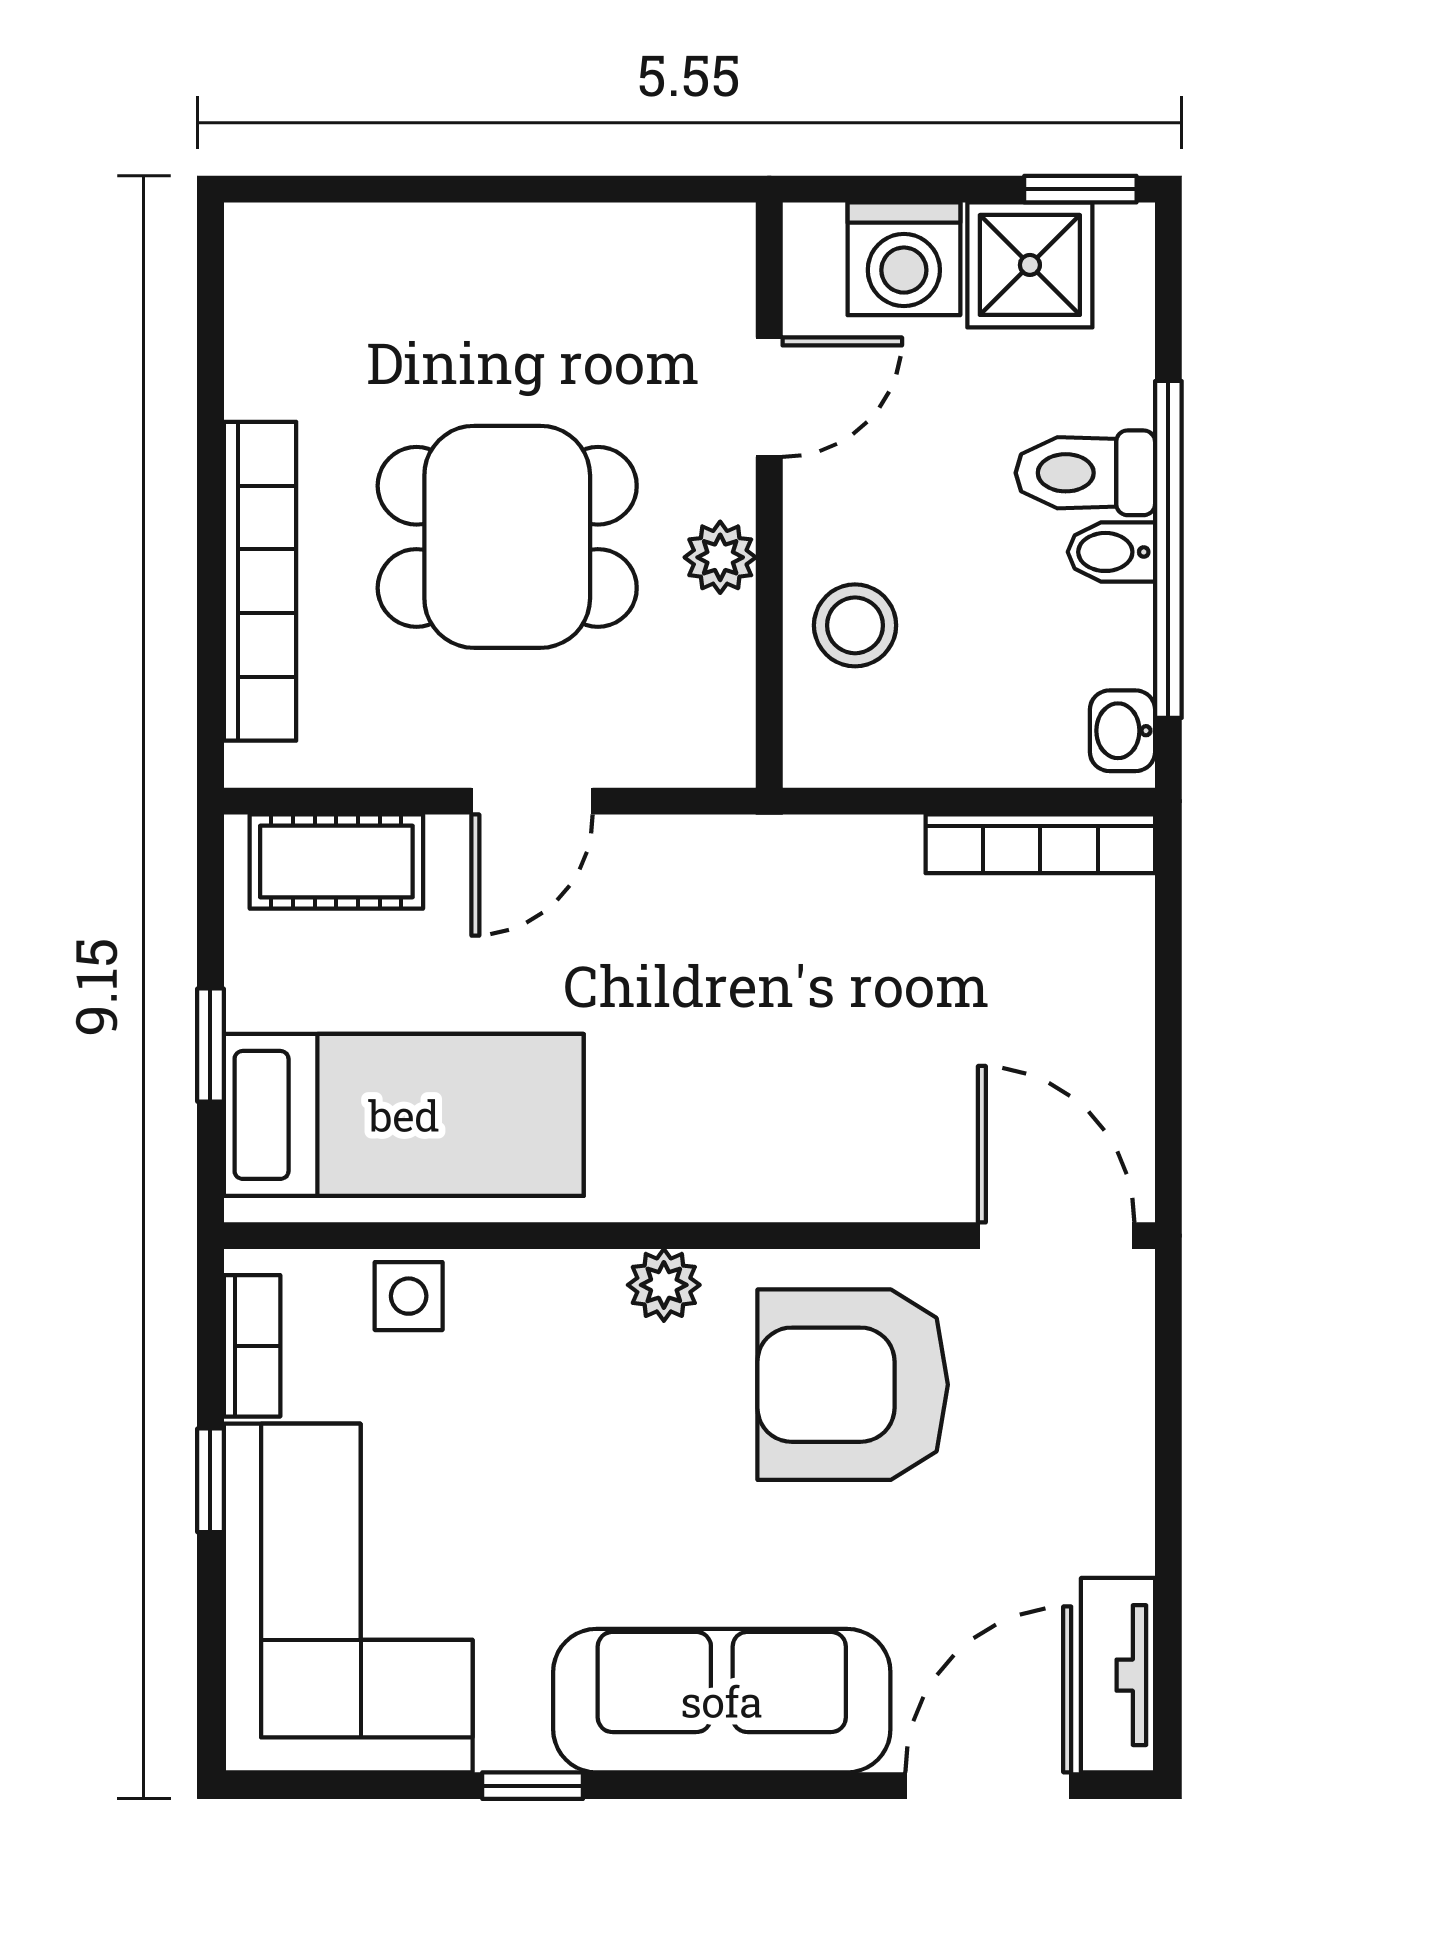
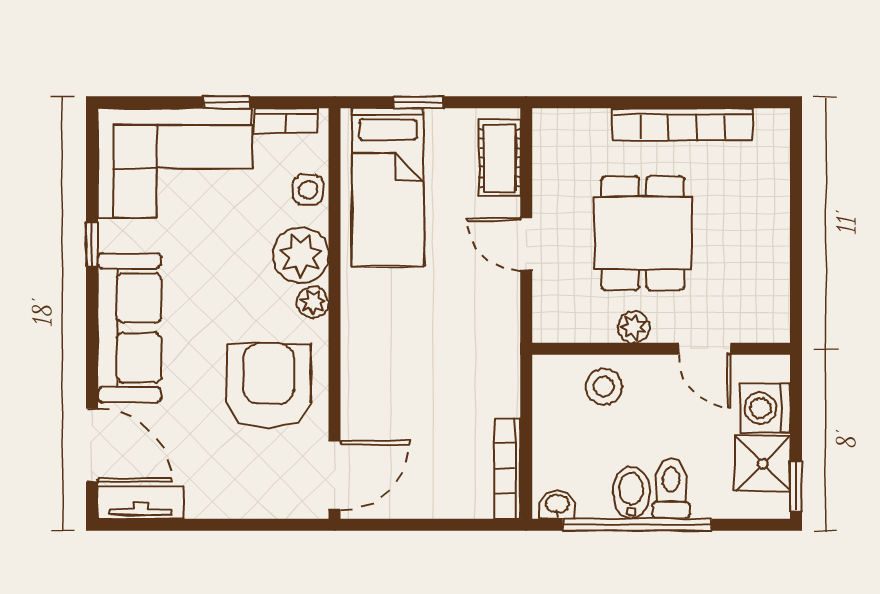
bidet: (1111, 552) -> (631, 493), width x1.38, depth x1.36
bookcase: (260, 581) -> (682, 124), moved
plant: (557, 1312) -> (301, 255), added

